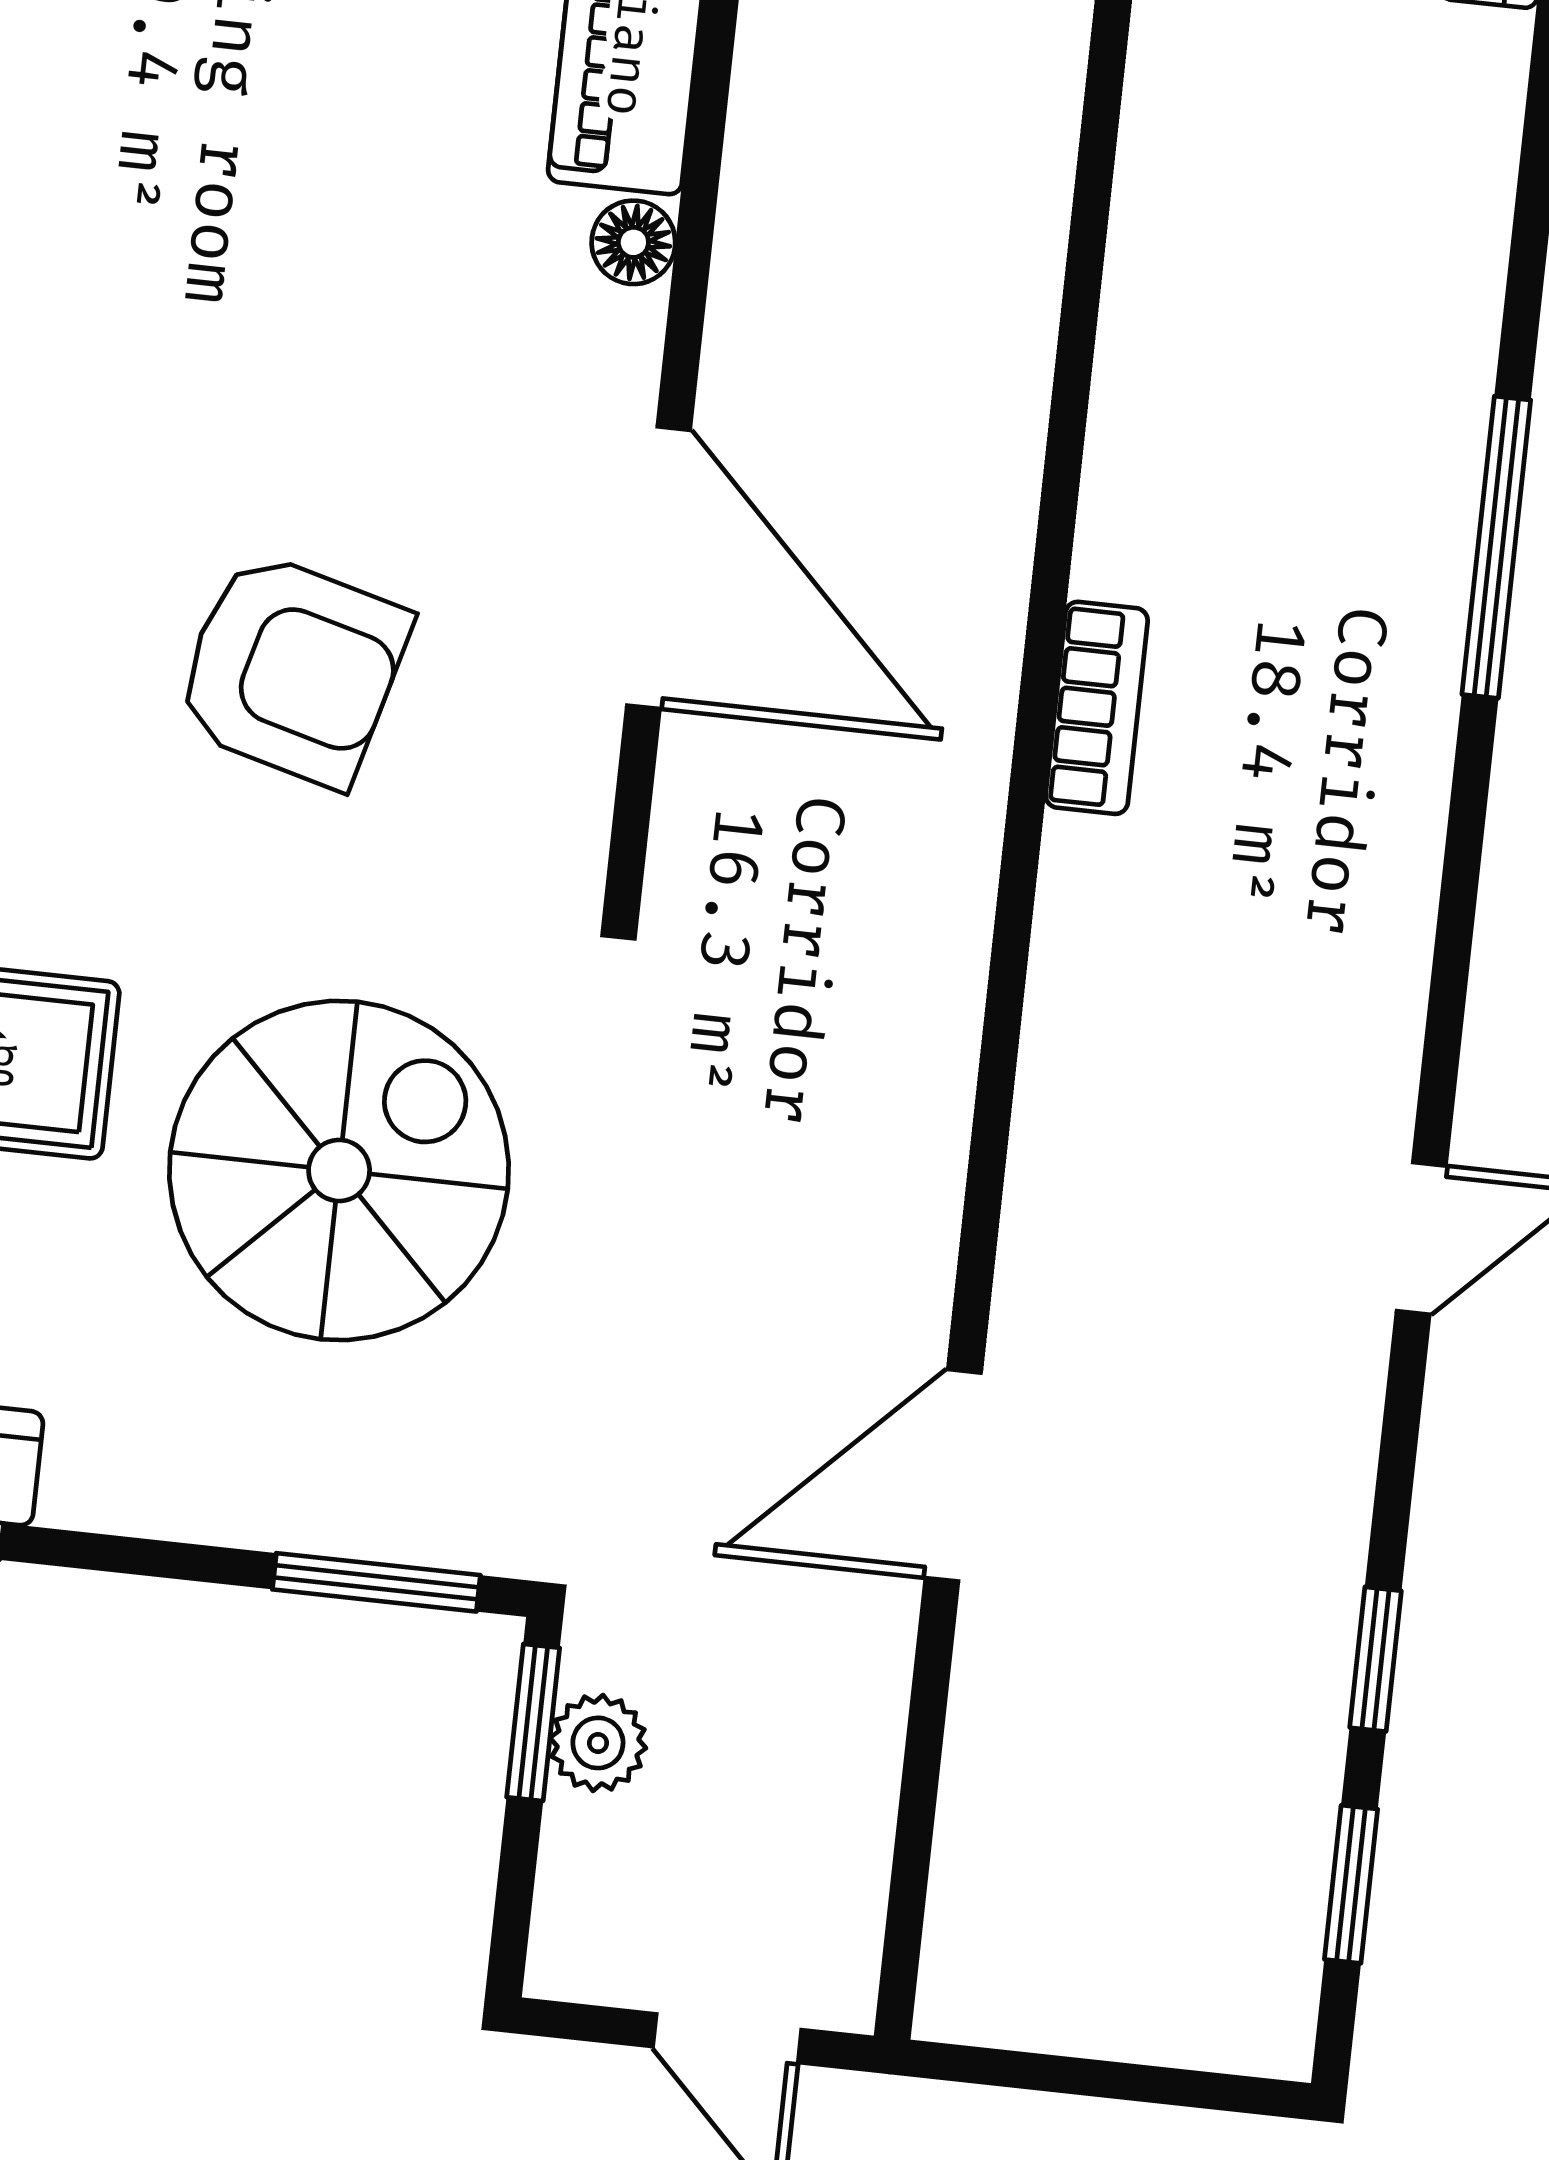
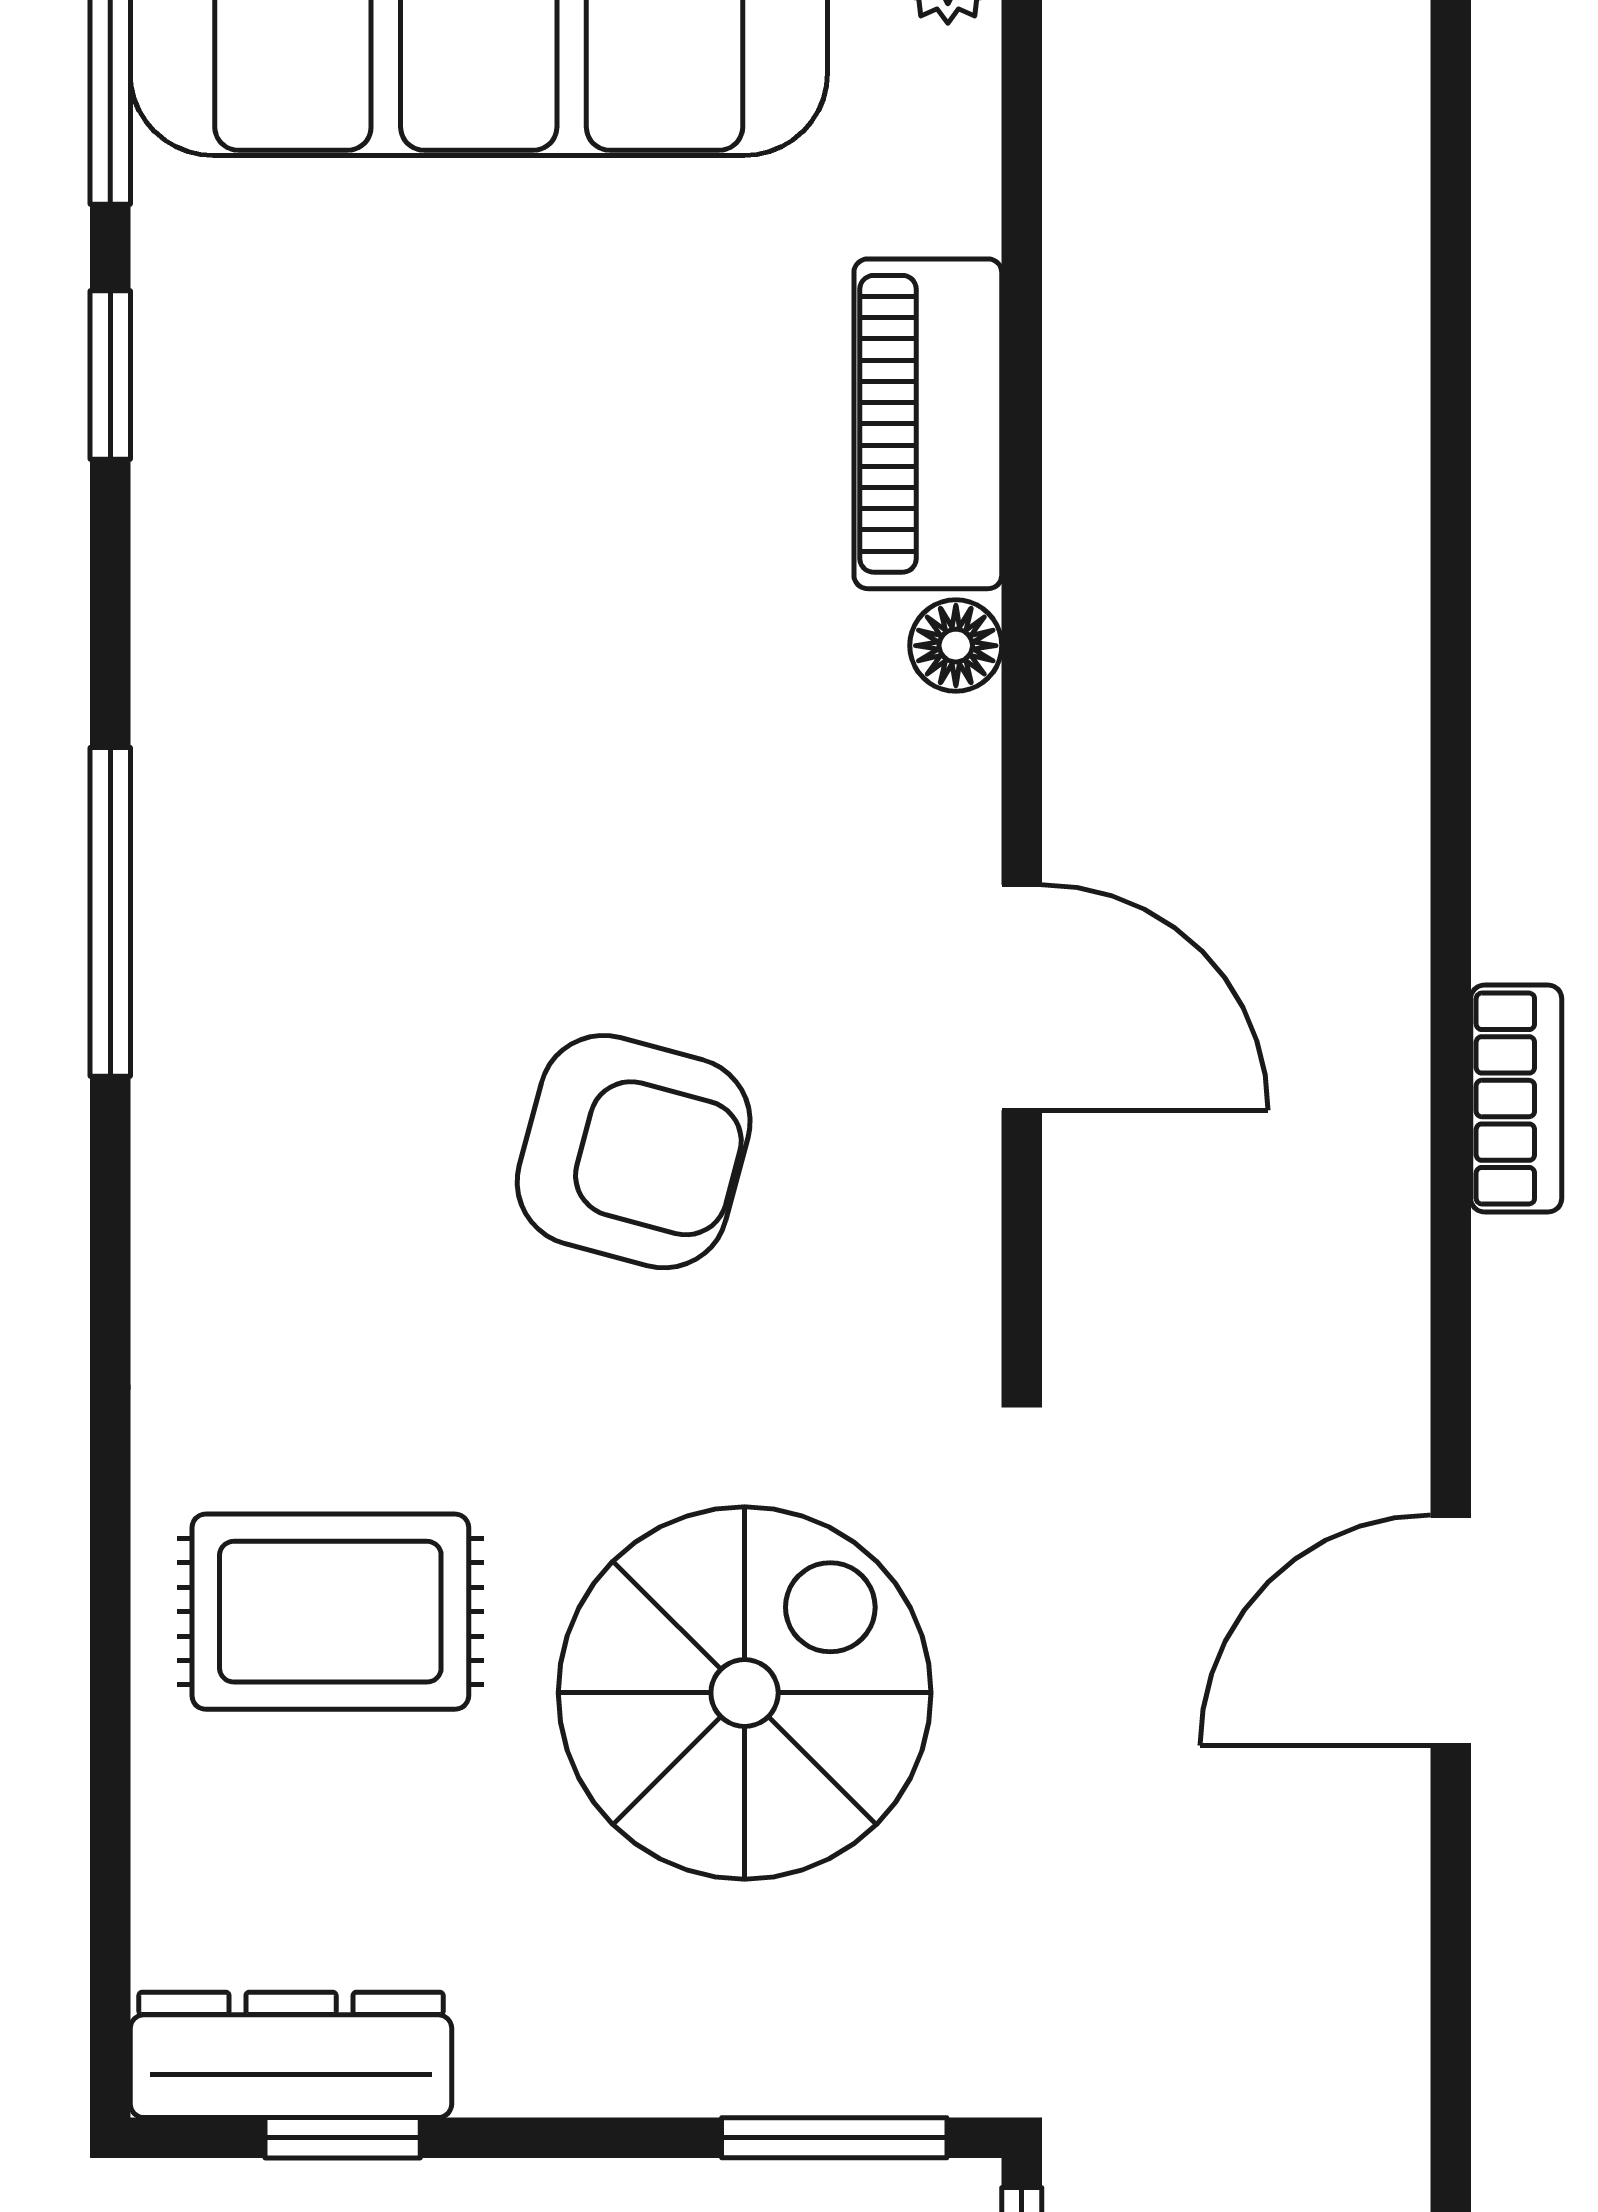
door: (659, 568) -> (1022, 998), width x0.73
door: (953, 1475) -> (1451, 1630), moved

